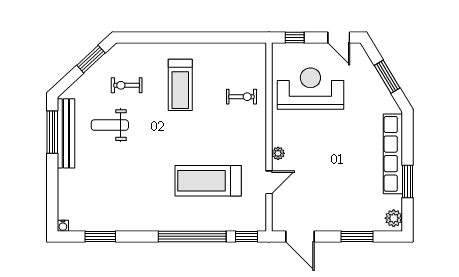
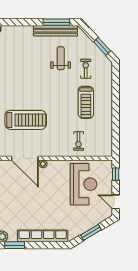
door: (339, 38) -> (116, 202), hinge flipped
treadmill: (180, 85) -> (86, 102), turned -90
treadmill: (208, 181) -> (26, 120), turned 90
window: (408, 181) -> (15, 245), moved
door: (269, 182) -> (25, 158), width x1.88

